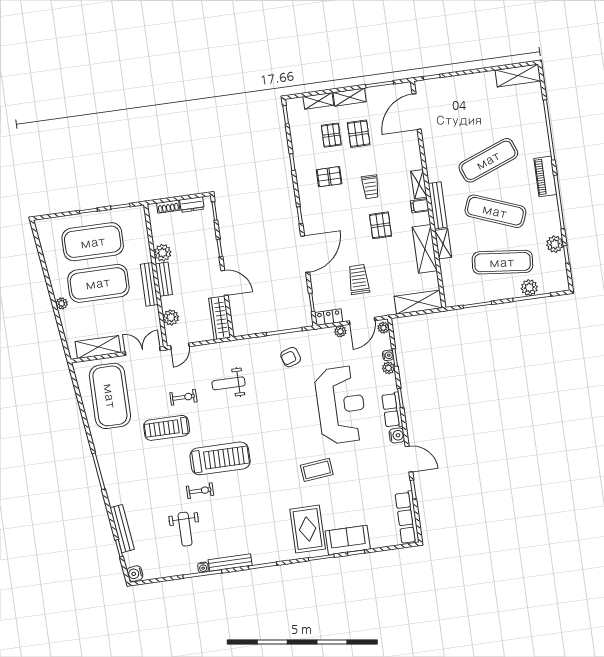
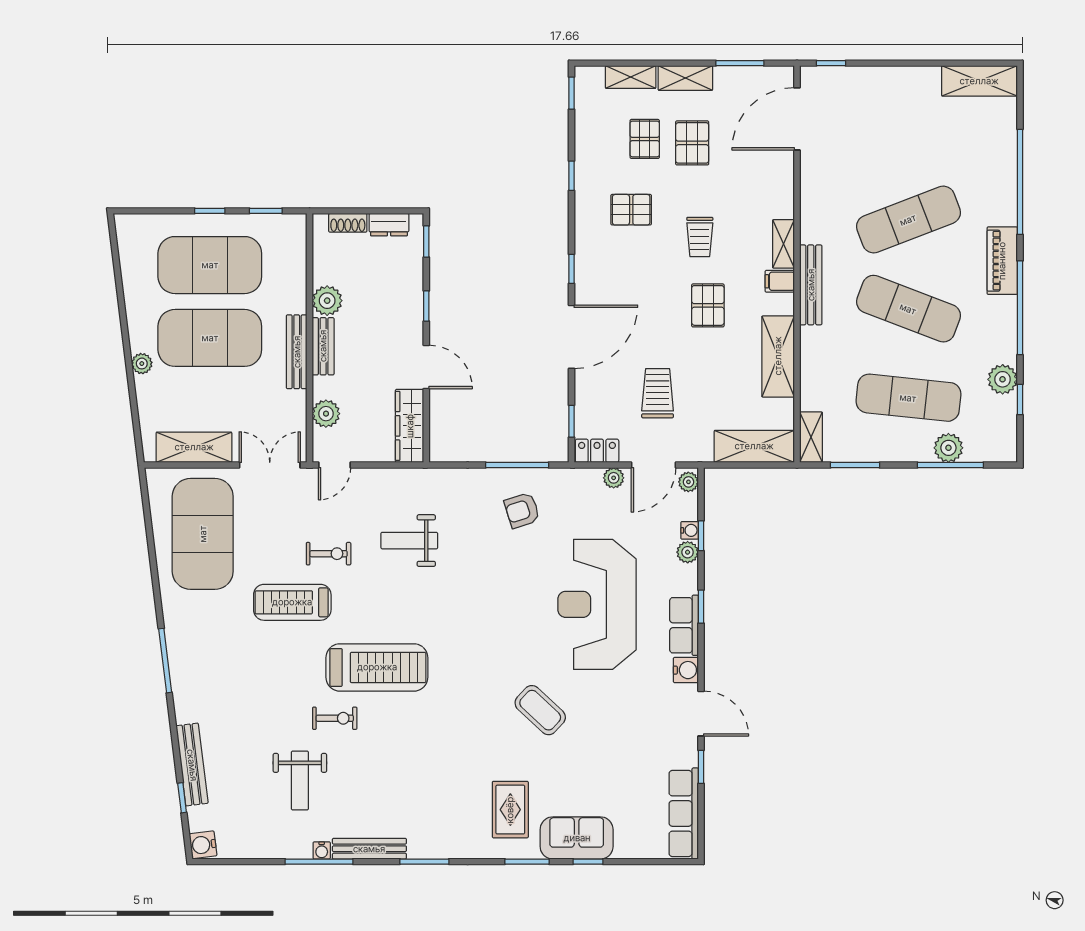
shelving: (443, 244) -> (811, 437), moved
reception desk: (341, 405) -> (597, 604), turned 180
coffee table: (317, 470) -> (540, 710), turned 49
rug: (308, 529) -> (510, 810), width x0.73, depth x0.70

